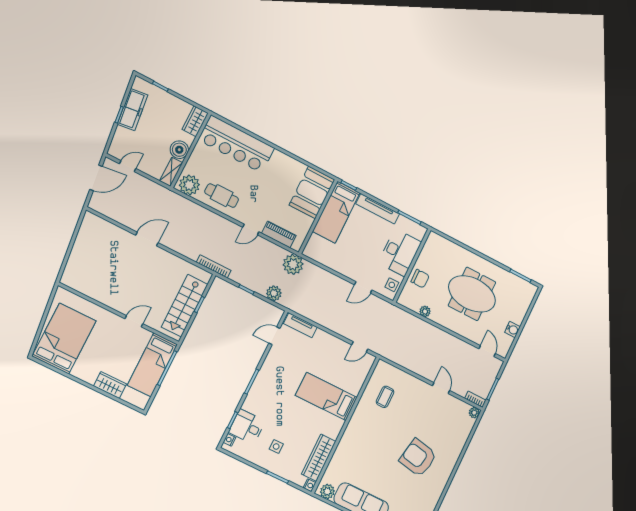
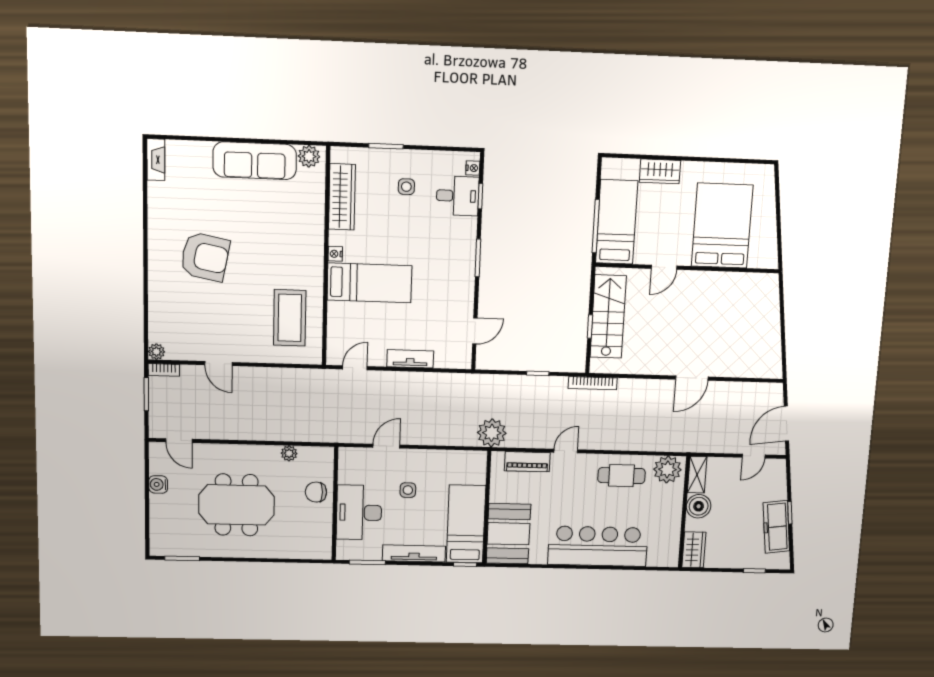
bar counter: (236, 144) -> (598, 546), moved
side table: (392, 285) -> (408, 490), moved
plant: (274, 293) -> (500, 385), removed
tv unit: (300, 325) -> (410, 359), moved
bed: (64, 338) -> (722, 226), moved, turned 180
coffee table: (385, 397) -> (290, 318), width x1.86, depth x1.72
nightstand: (310, 485) -> (335, 254), moved

